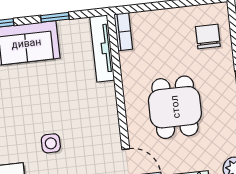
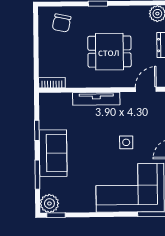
chair: (208, 37) -> (62, 23), turned -78
tv unit: (102, 49) -> (96, 99), moved

